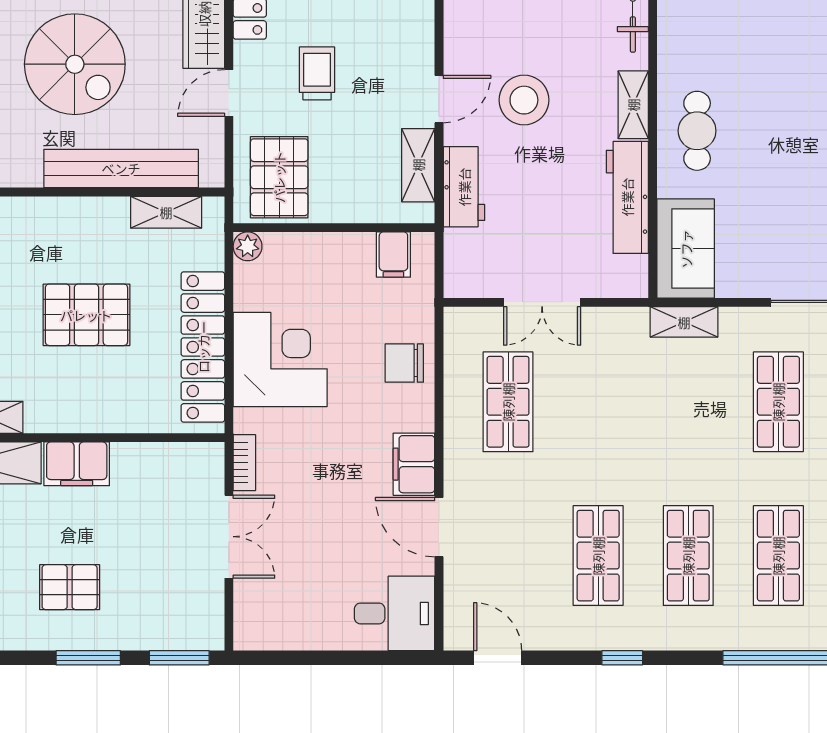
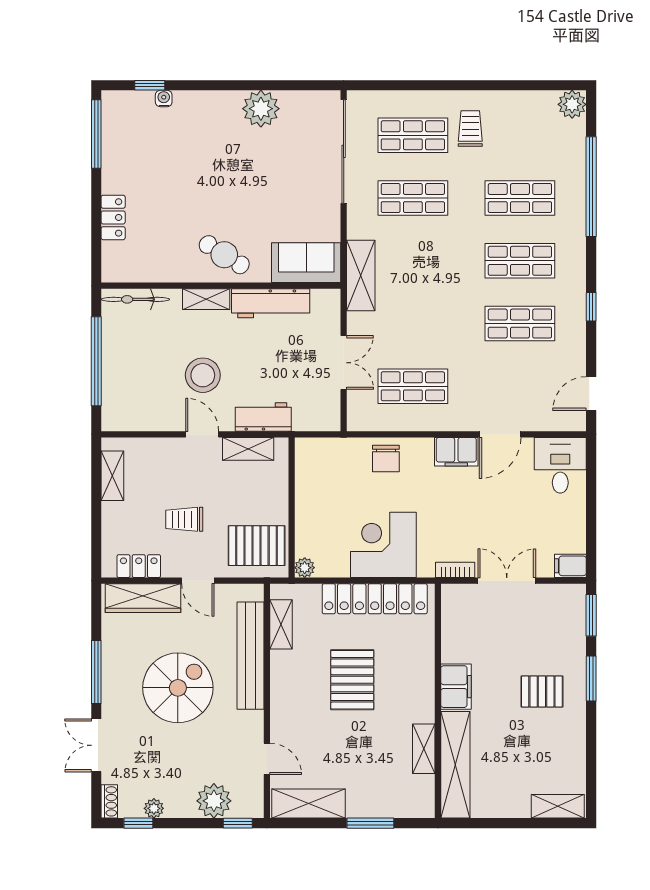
cafe table: (697, 131) -> (224, 255), turned 32
filing cabinet: (393, 255) -> (570, 566), moved, turned 180
shelving: (684, 322) -> (361, 276), width x1.50, depth x1.33
pallet: (70, 587) -> (542, 692), turned 90

